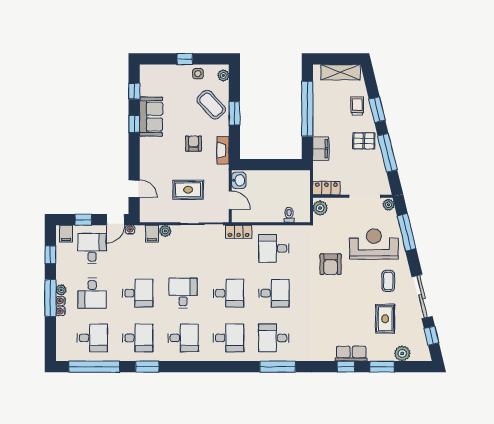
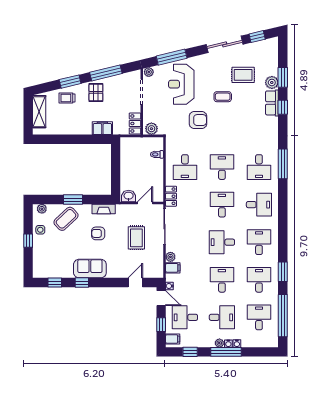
window: (307, 109) -> (69, 139), removed
sofa: (151, 117) -> (90, 269), moved
coffee table: (388, 281) -> (223, 97), moved
desk: (228, 338) -> (259, 205), turned 90
plant: (402, 353) -> (272, 82), moved

